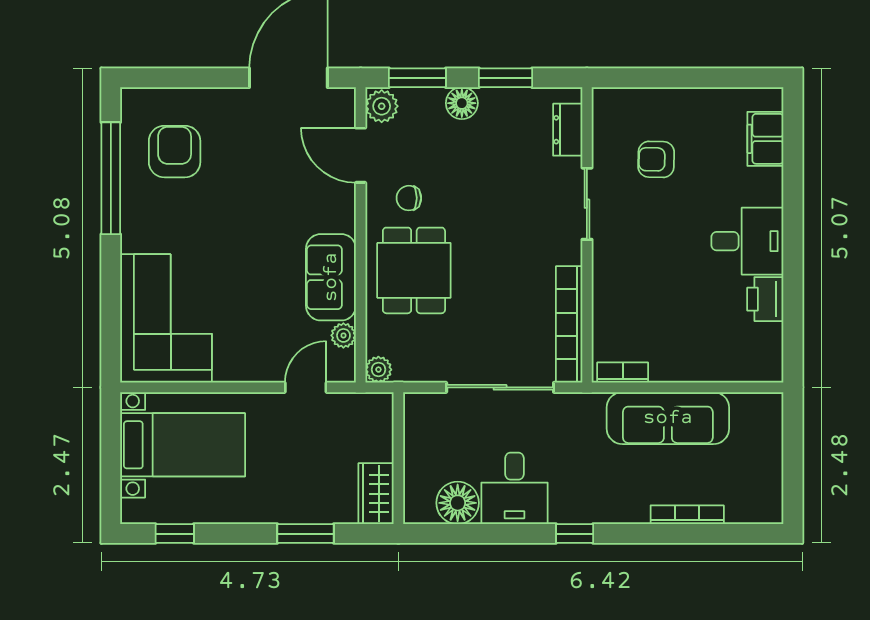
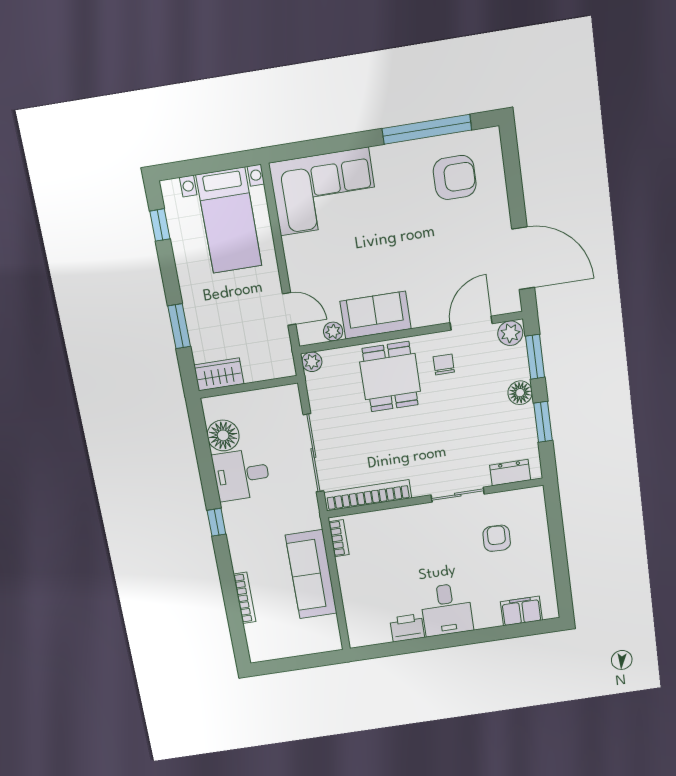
dining table: (414, 270) -> (390, 377), turned 90

